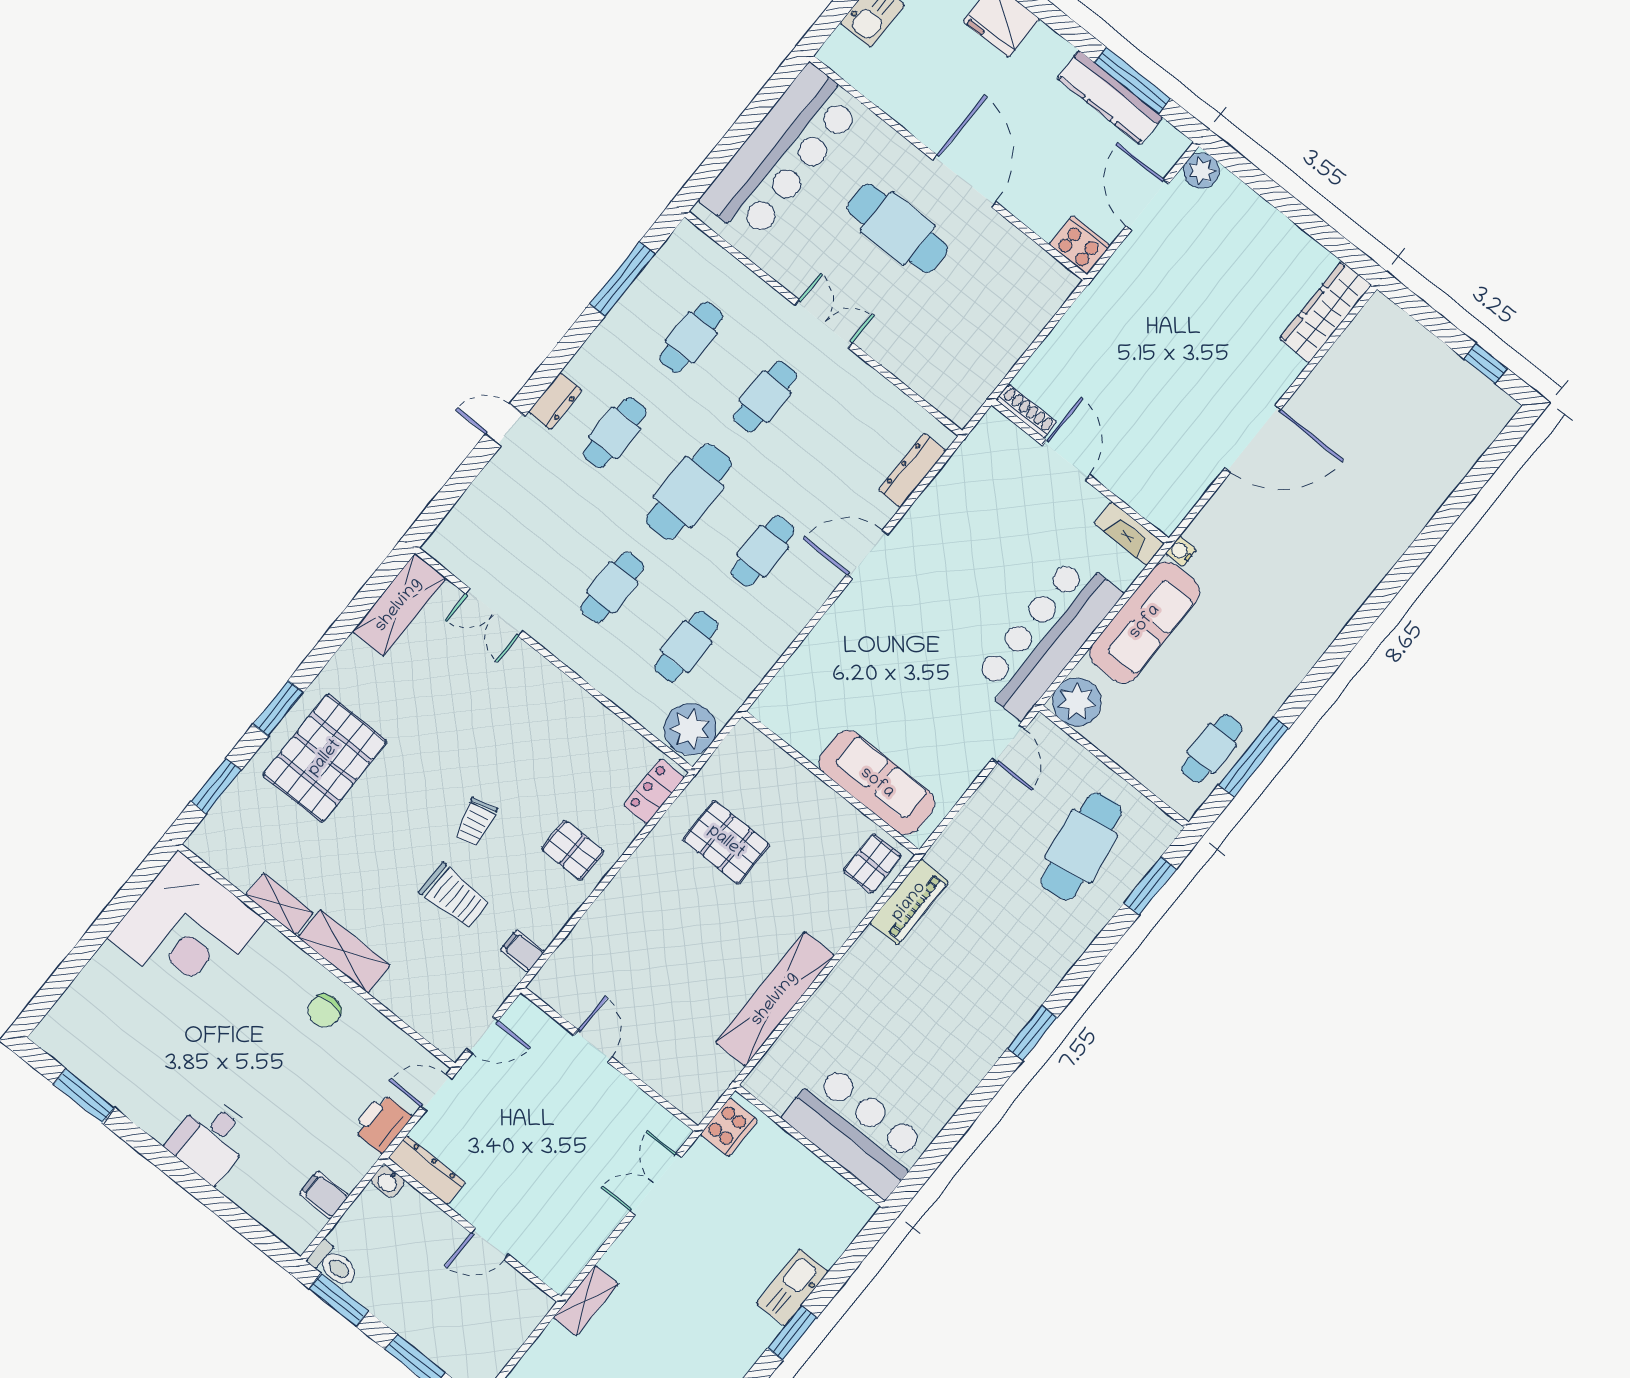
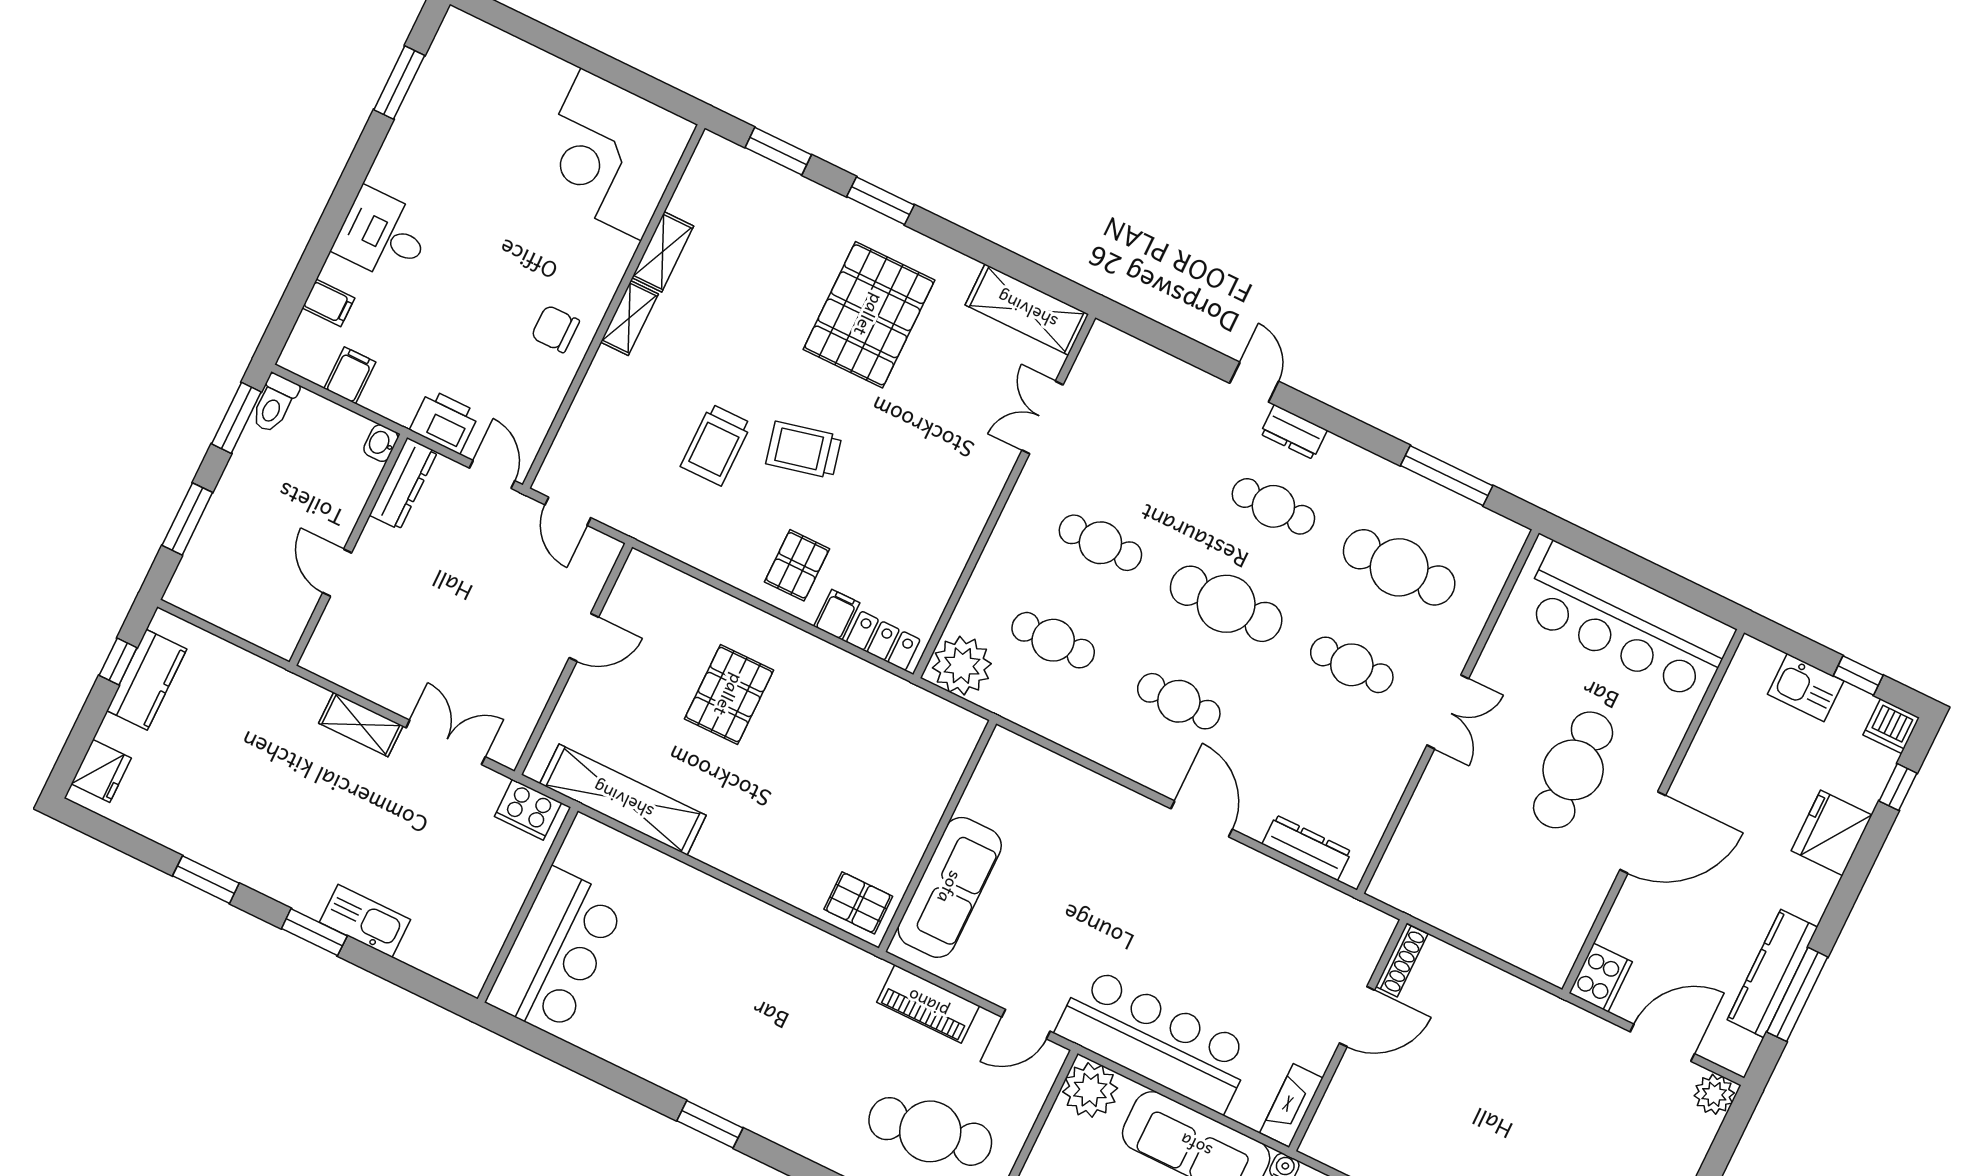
cafe table: (691, 337) -> (1399, 567), width x1.37, depth x1.35
pallet: (325, 758) -> (869, 315), moved, turned 90
trolley: (476, 822) -> (804, 450), width x1.36, depth x1.39
pallet: (726, 842) -> (729, 695), moved
piano: (909, 902) -> (928, 1004), moved
shelving: (344, 951) -> (629, 318), width x0.67, depth x0.75
filing cabinet: (522, 951) -> (837, 615), moved
shelving: (775, 999) -> (623, 800), moved
filing cabinet: (258, 1199) -> (328, 303), added
shelving: (586, 1301) -> (361, 724), moved

